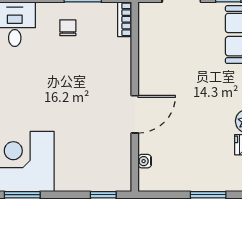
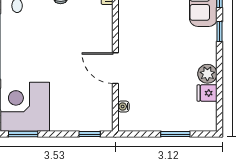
door: (135, 114) -> (115, 68), swing flipped

